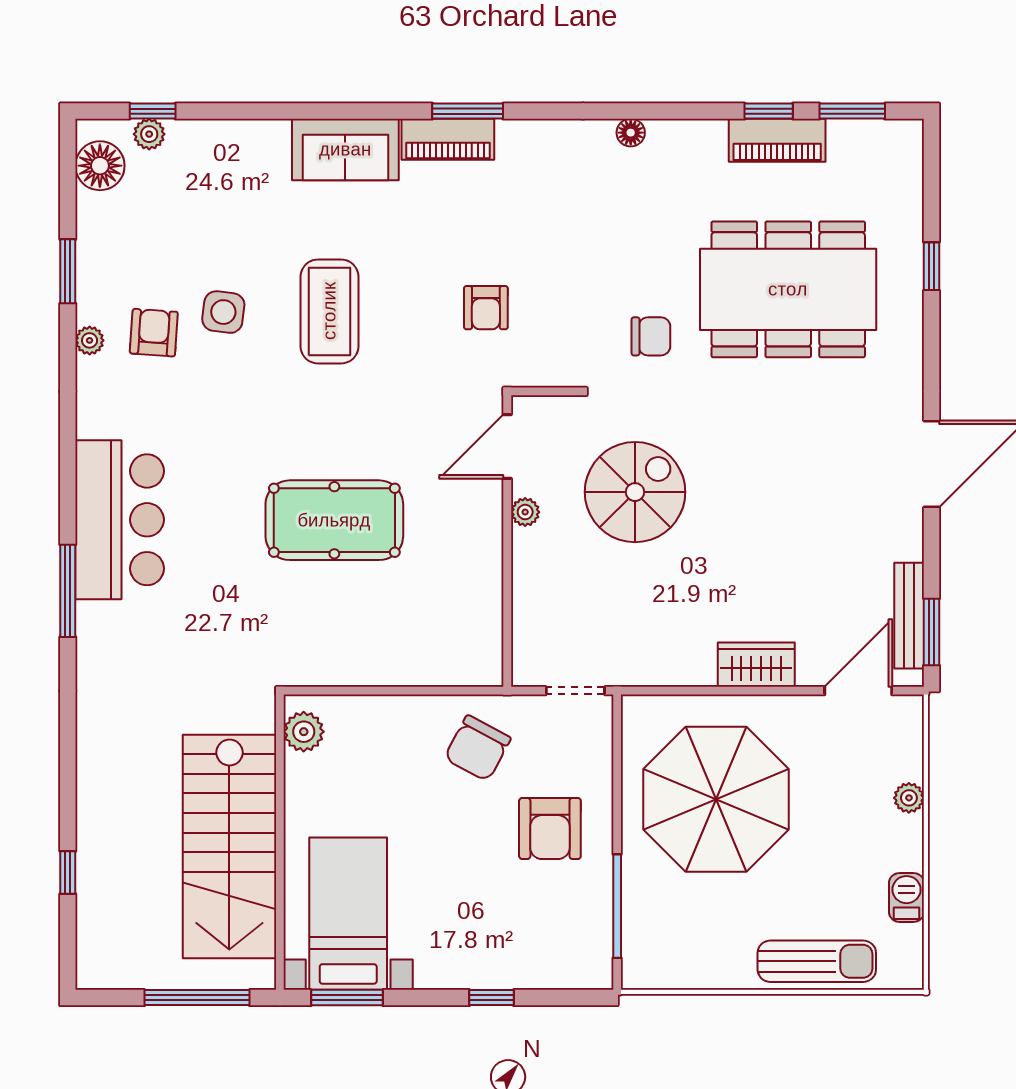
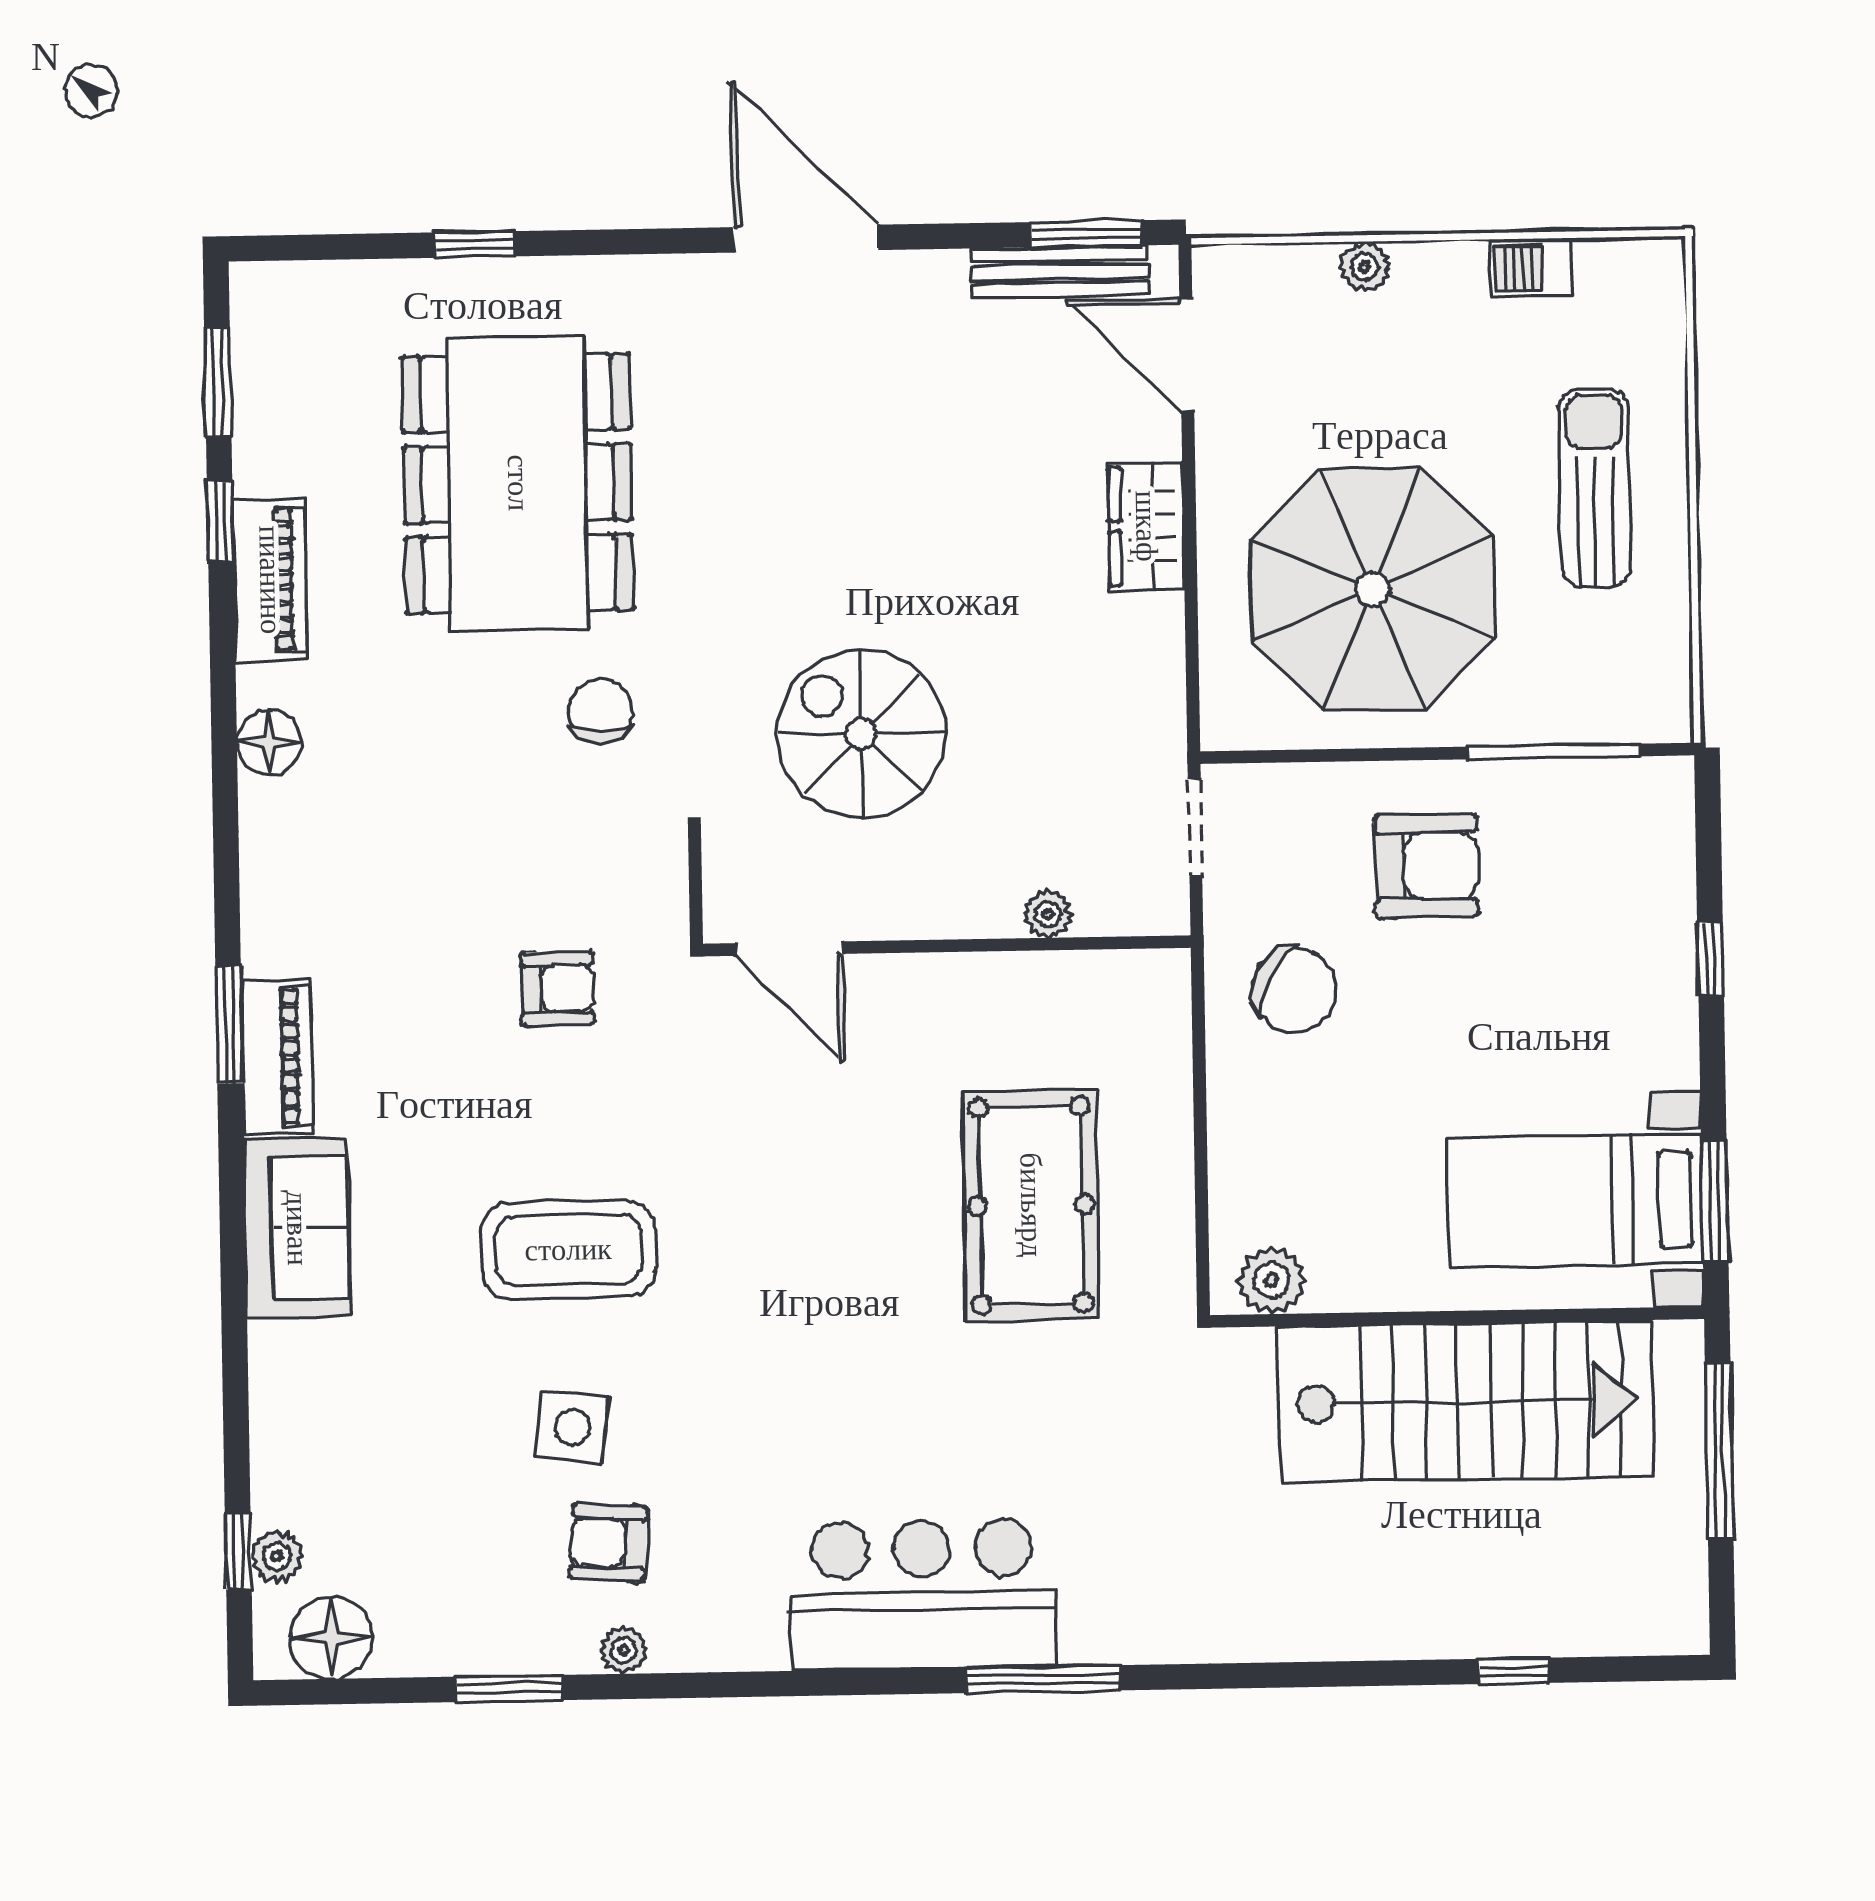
floor lamp: (631, 133) -> (269, 742), width x1.37, depth x1.37
piano: (777, 140) -> (270, 580), moved
plant: (525, 512) -> (1048, 914), moved
pool table: (334, 520) -> (1031, 1205), moved
sun lounger: (817, 961) -> (1595, 488), moved

